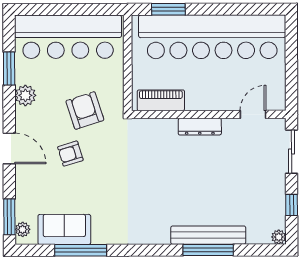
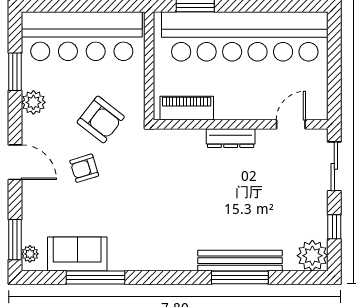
armchair: (85, 110) -> (101, 119), turned 146
plant: (279, 237) -> (312, 256), width x1.88, depth x1.88

